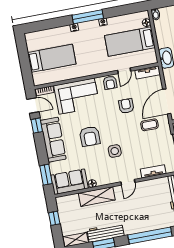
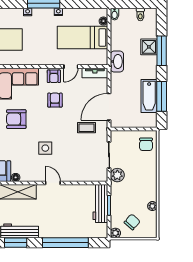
armchair: (126, 106) -> (55, 100), moved
armchair: (90, 136) -> (16, 119), moved, turned 90
tv unit: (153, 171) -> (81, 177), removed
door: (128, 182) -> (53, 183), swing flipped

